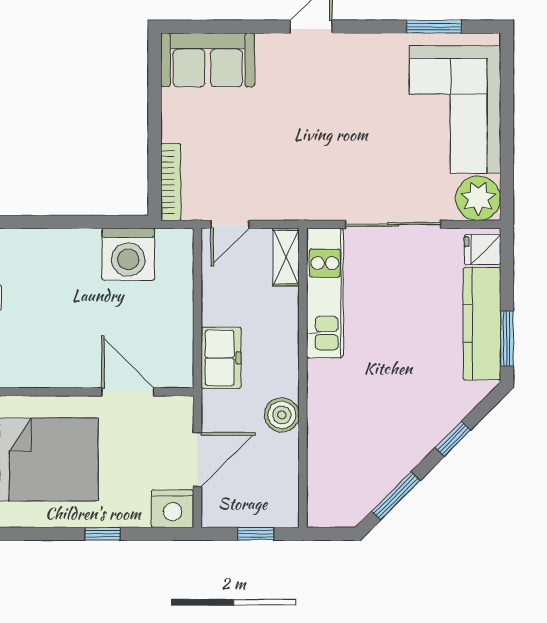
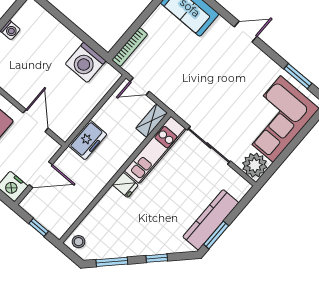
fridge: (483, 250) -> (125, 185), moved, turned 180
boiler: (282, 415) -> (93, 186), removed
stool: (327, 507) -> (79, 242), added

